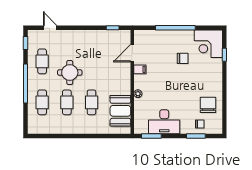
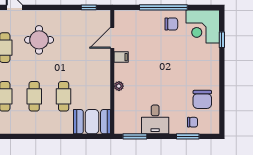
chair: (183, 58) -> (171, 24), moved
round table: (70, 73) -> (39, 40), moved
chair: (208, 105) -> (202, 99), turned 180
booth: (120, 111) -> (92, 122), moved, turned 90
desk: (164, 122) -> (155, 119), width x0.73

